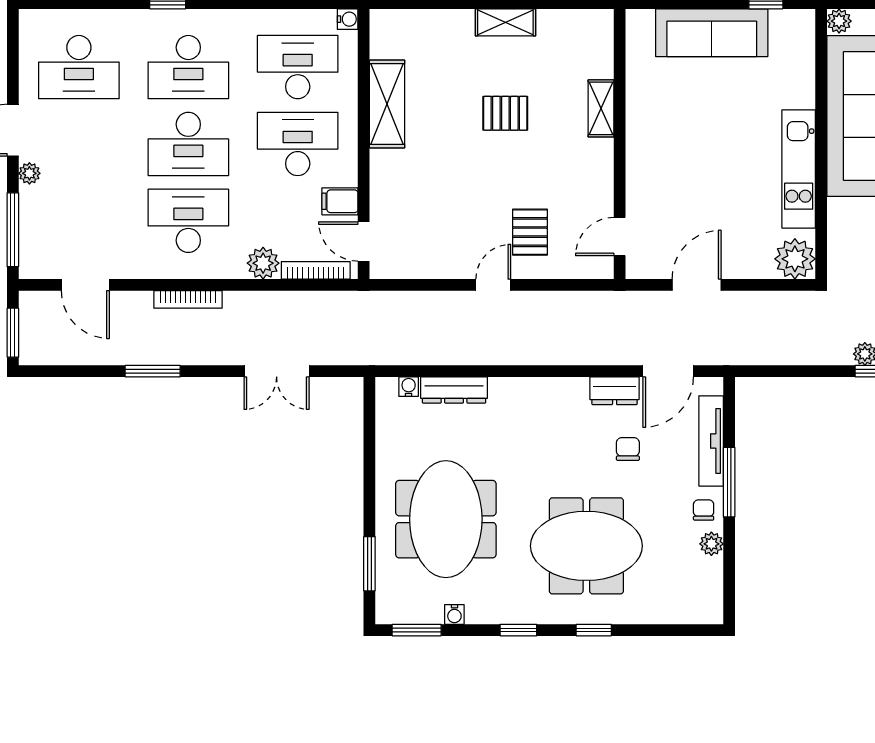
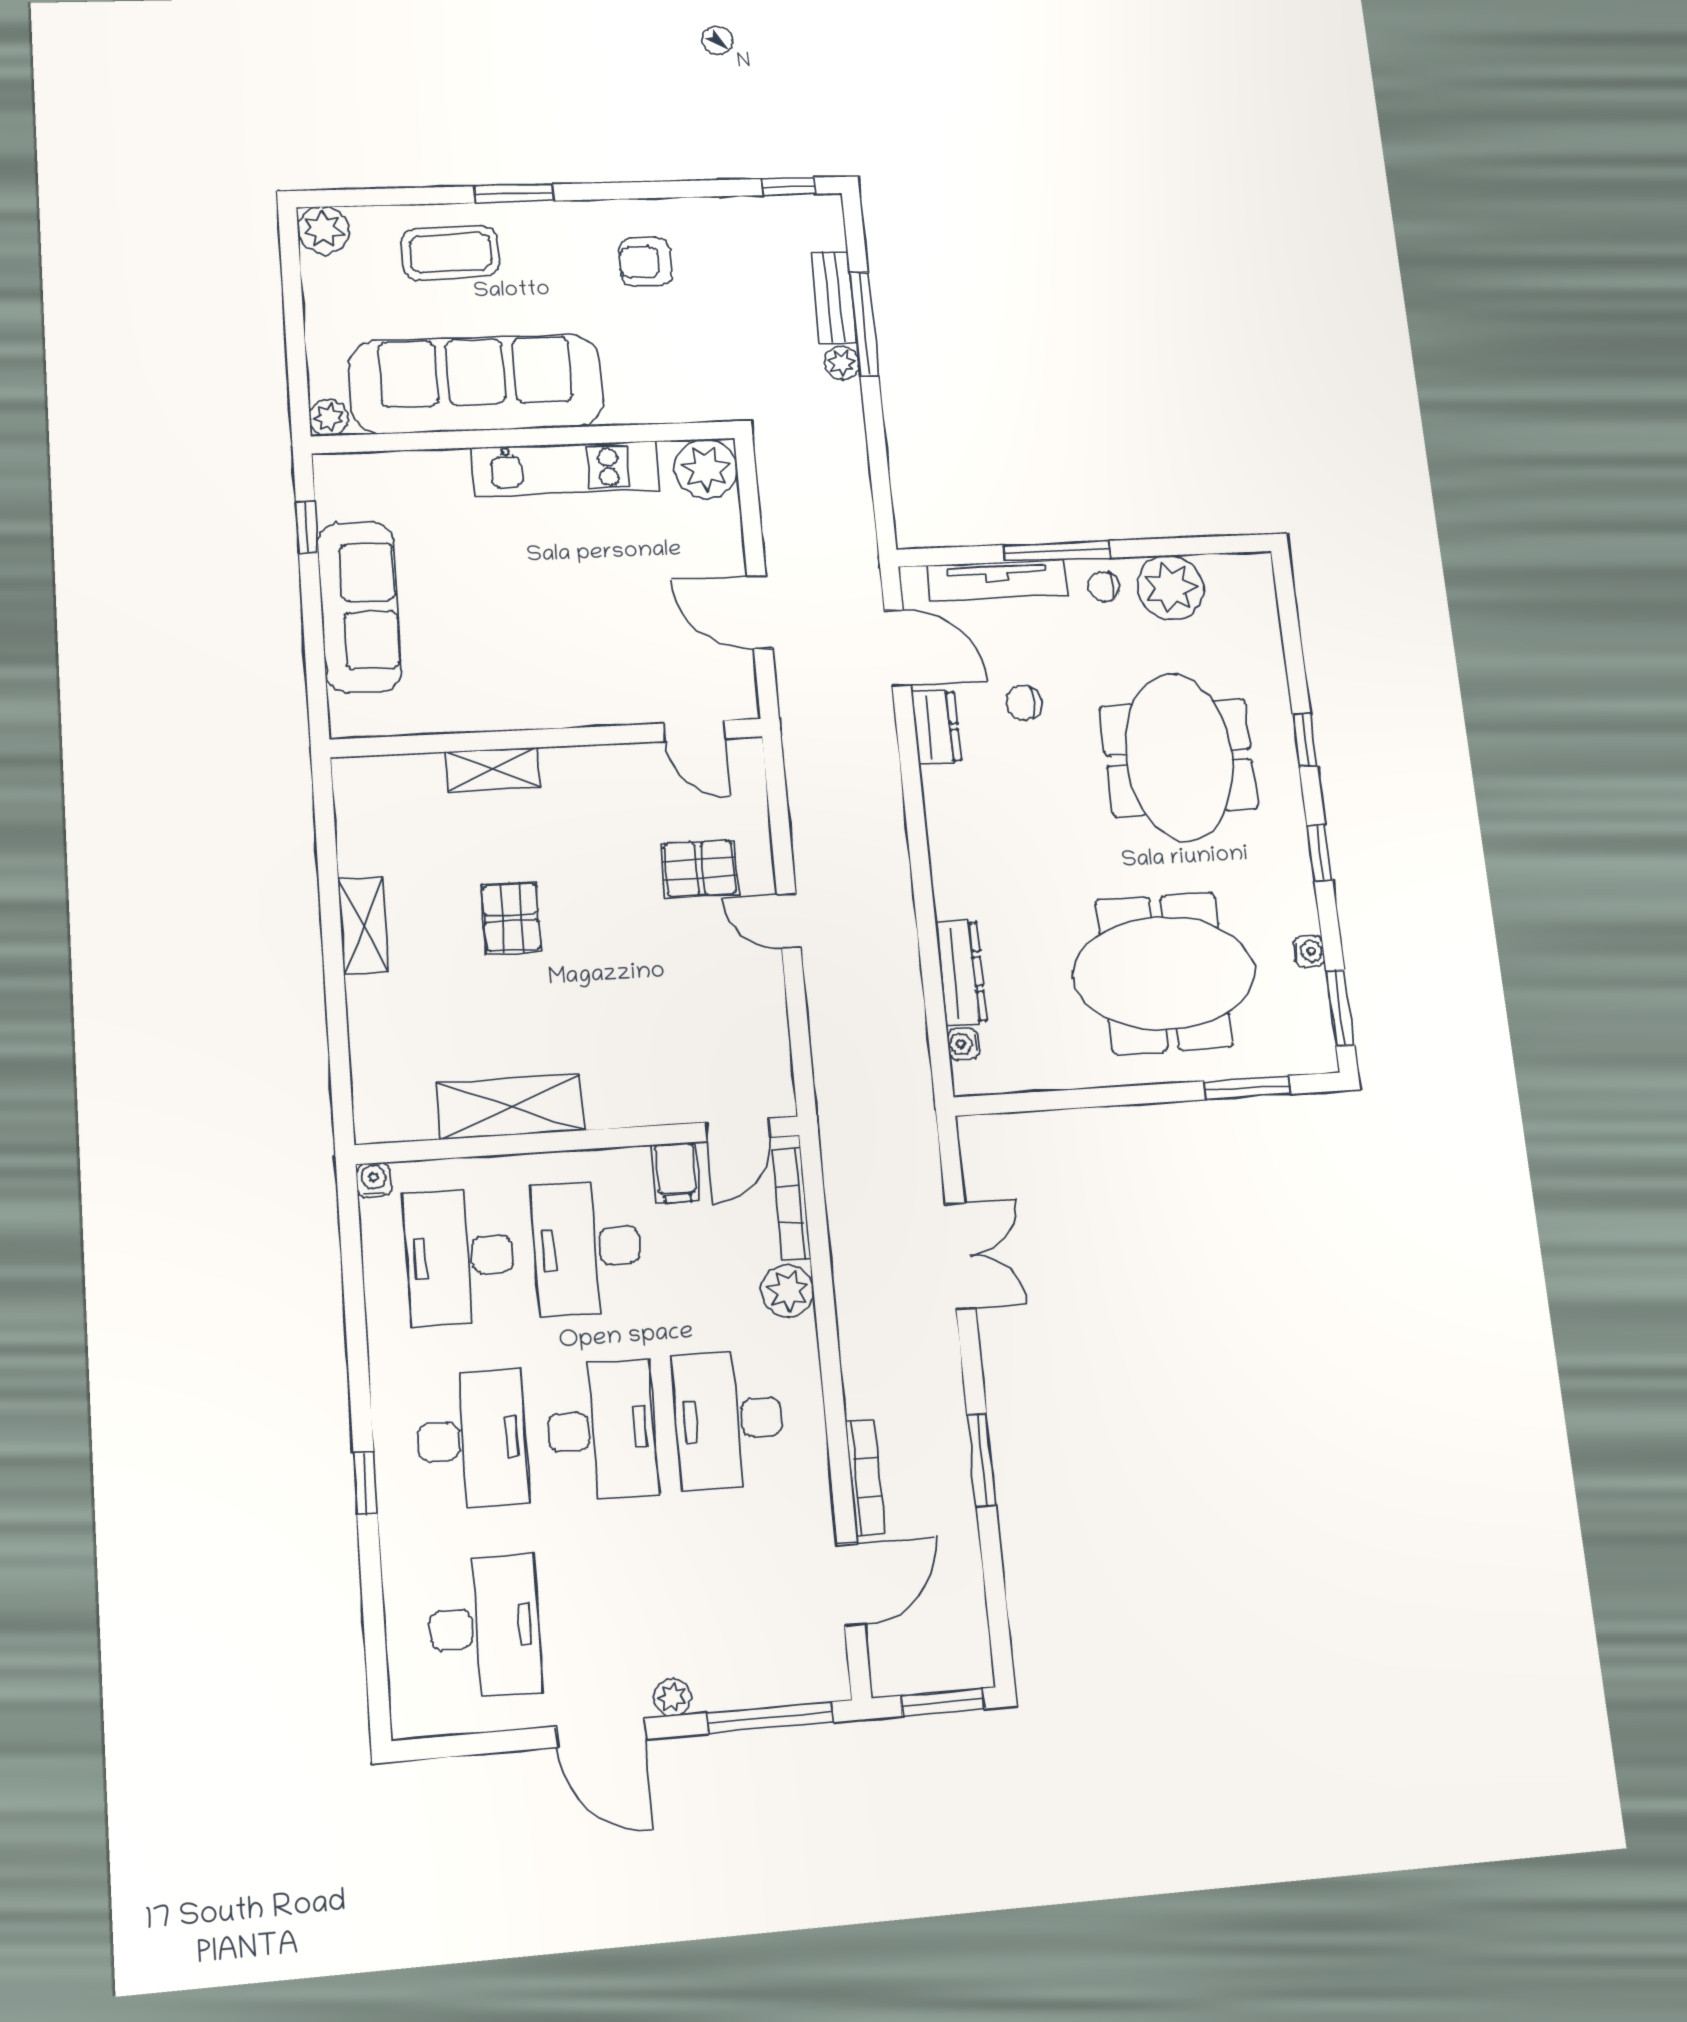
bookcase: (188, 299) -> (865, 1477), moved
plant: (711, 544) -> (1171, 587), width x1.87, depth x1.87

